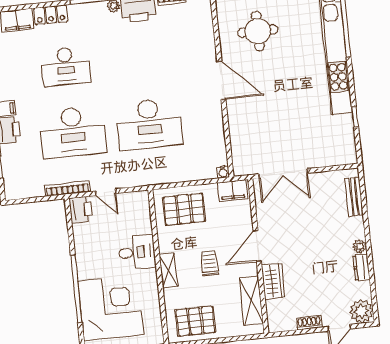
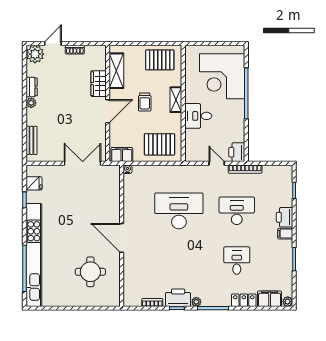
desk: (66, 66) -> (237, 261), width x0.73
desk: (73, 132) -> (237, 211), width x0.73, depth x0.77
fridge: (345, 140) -> (34, 183), added

